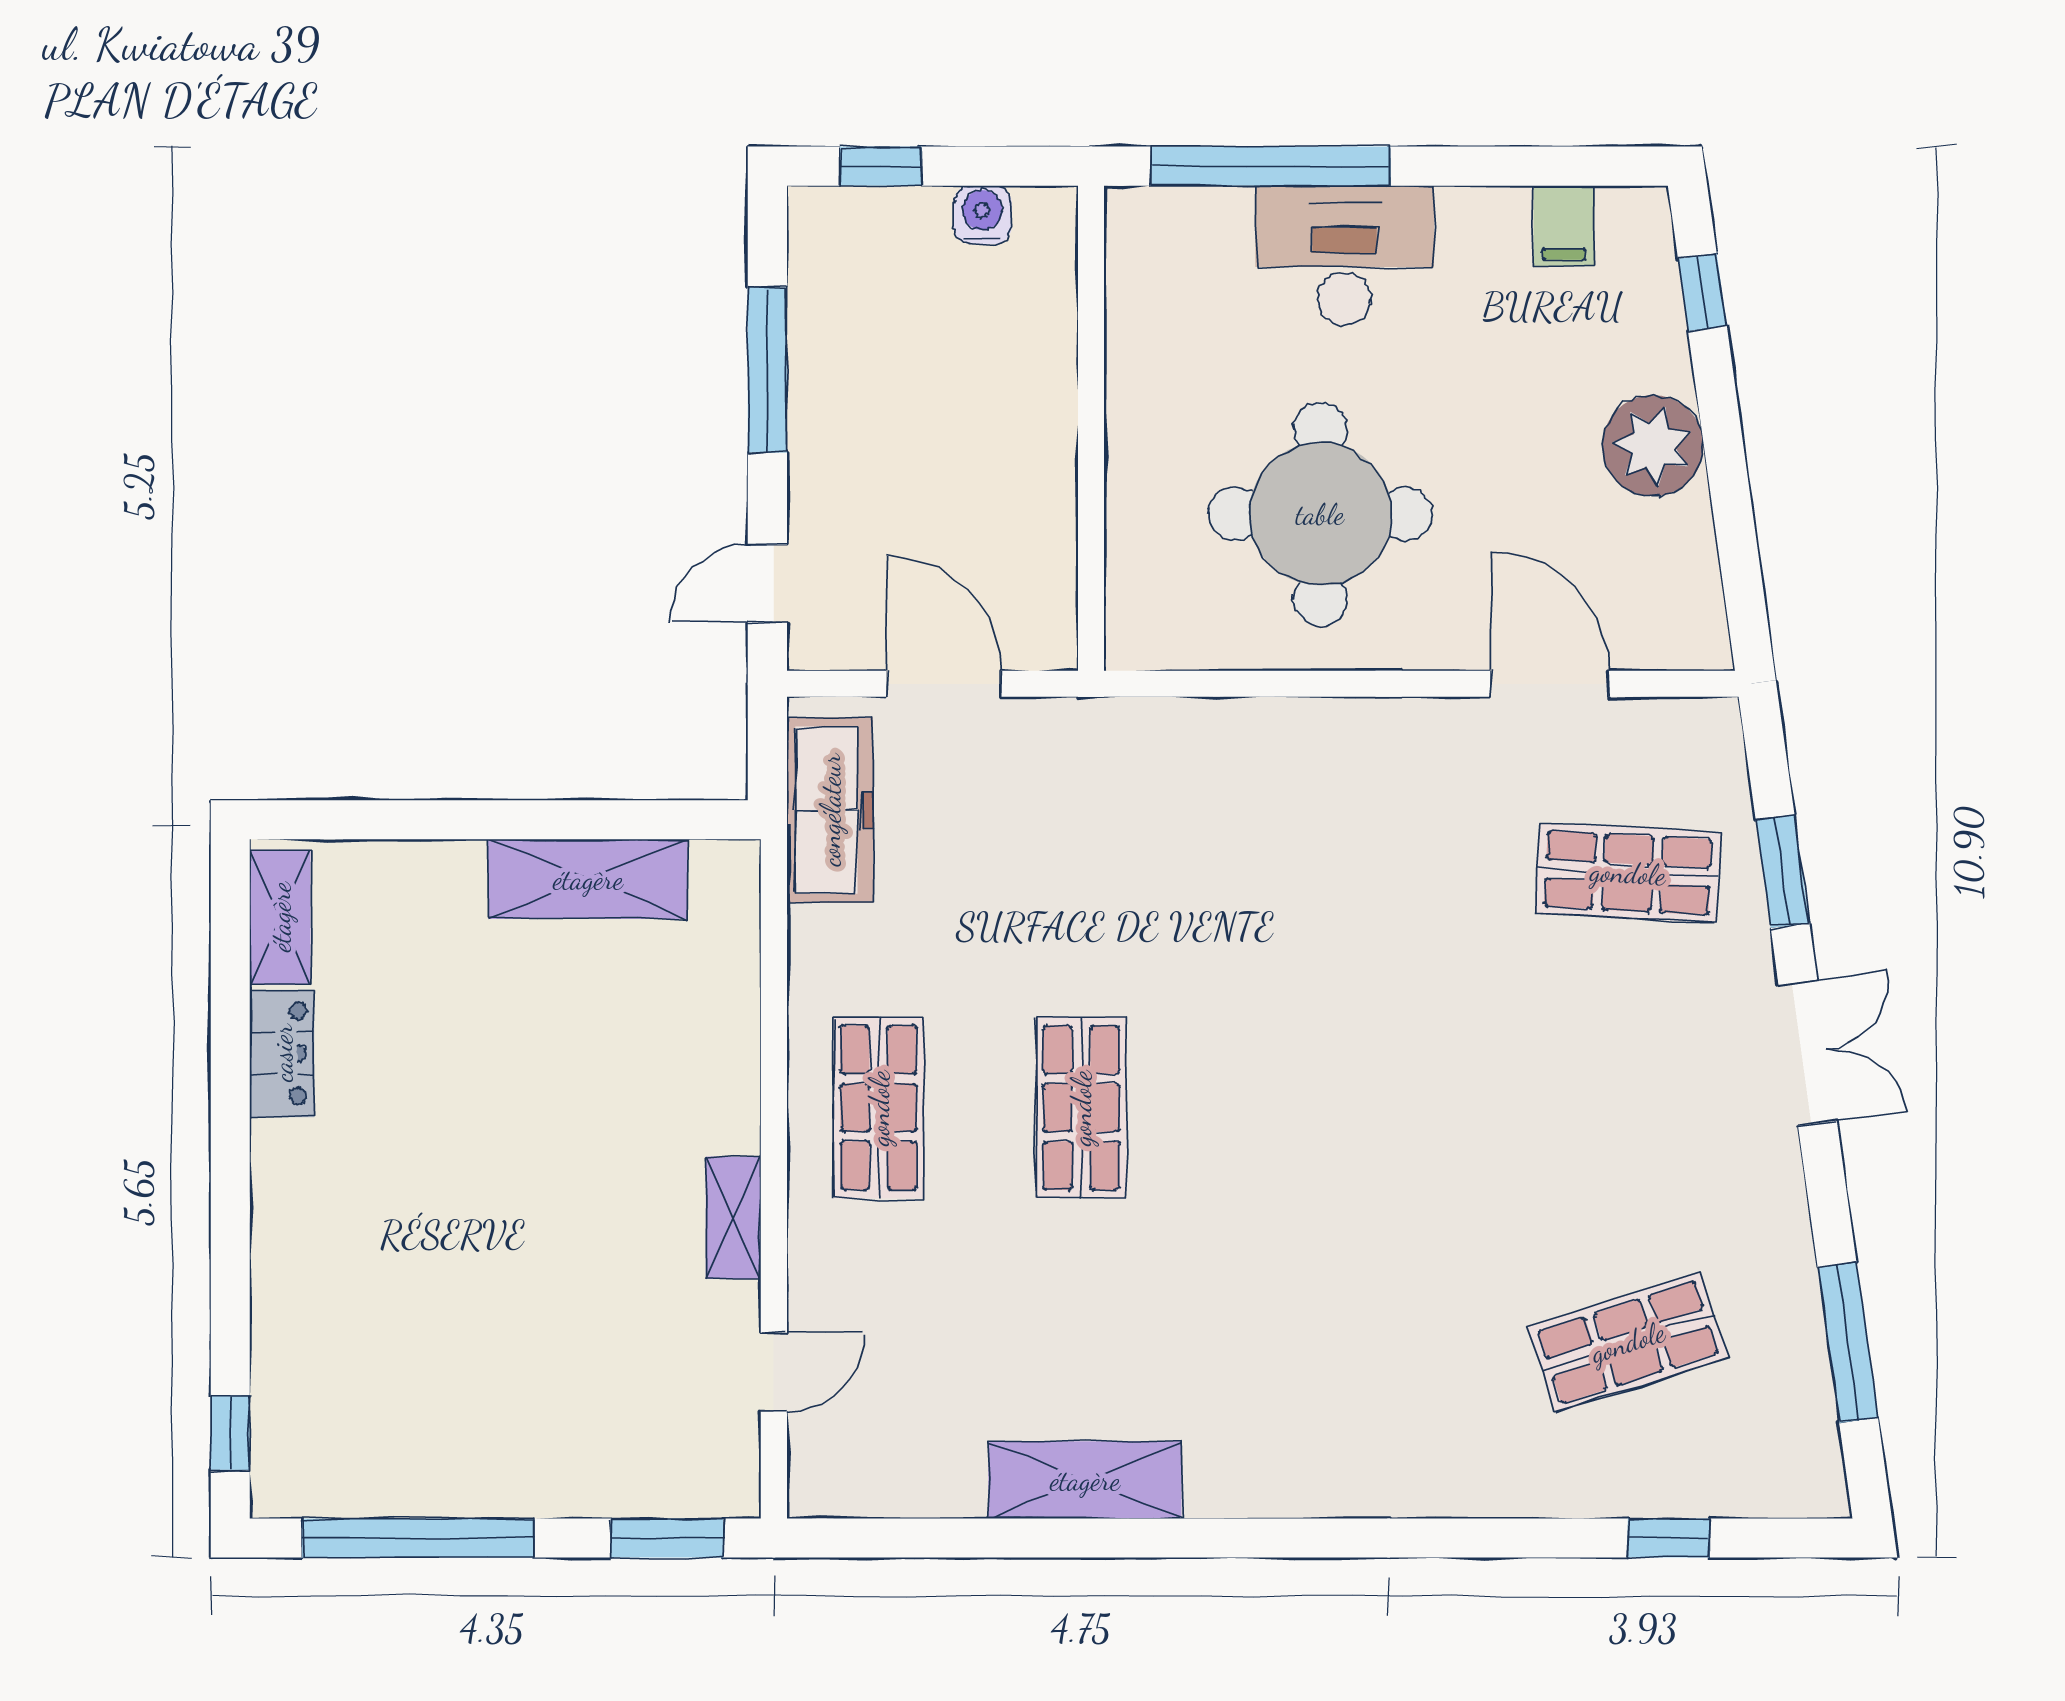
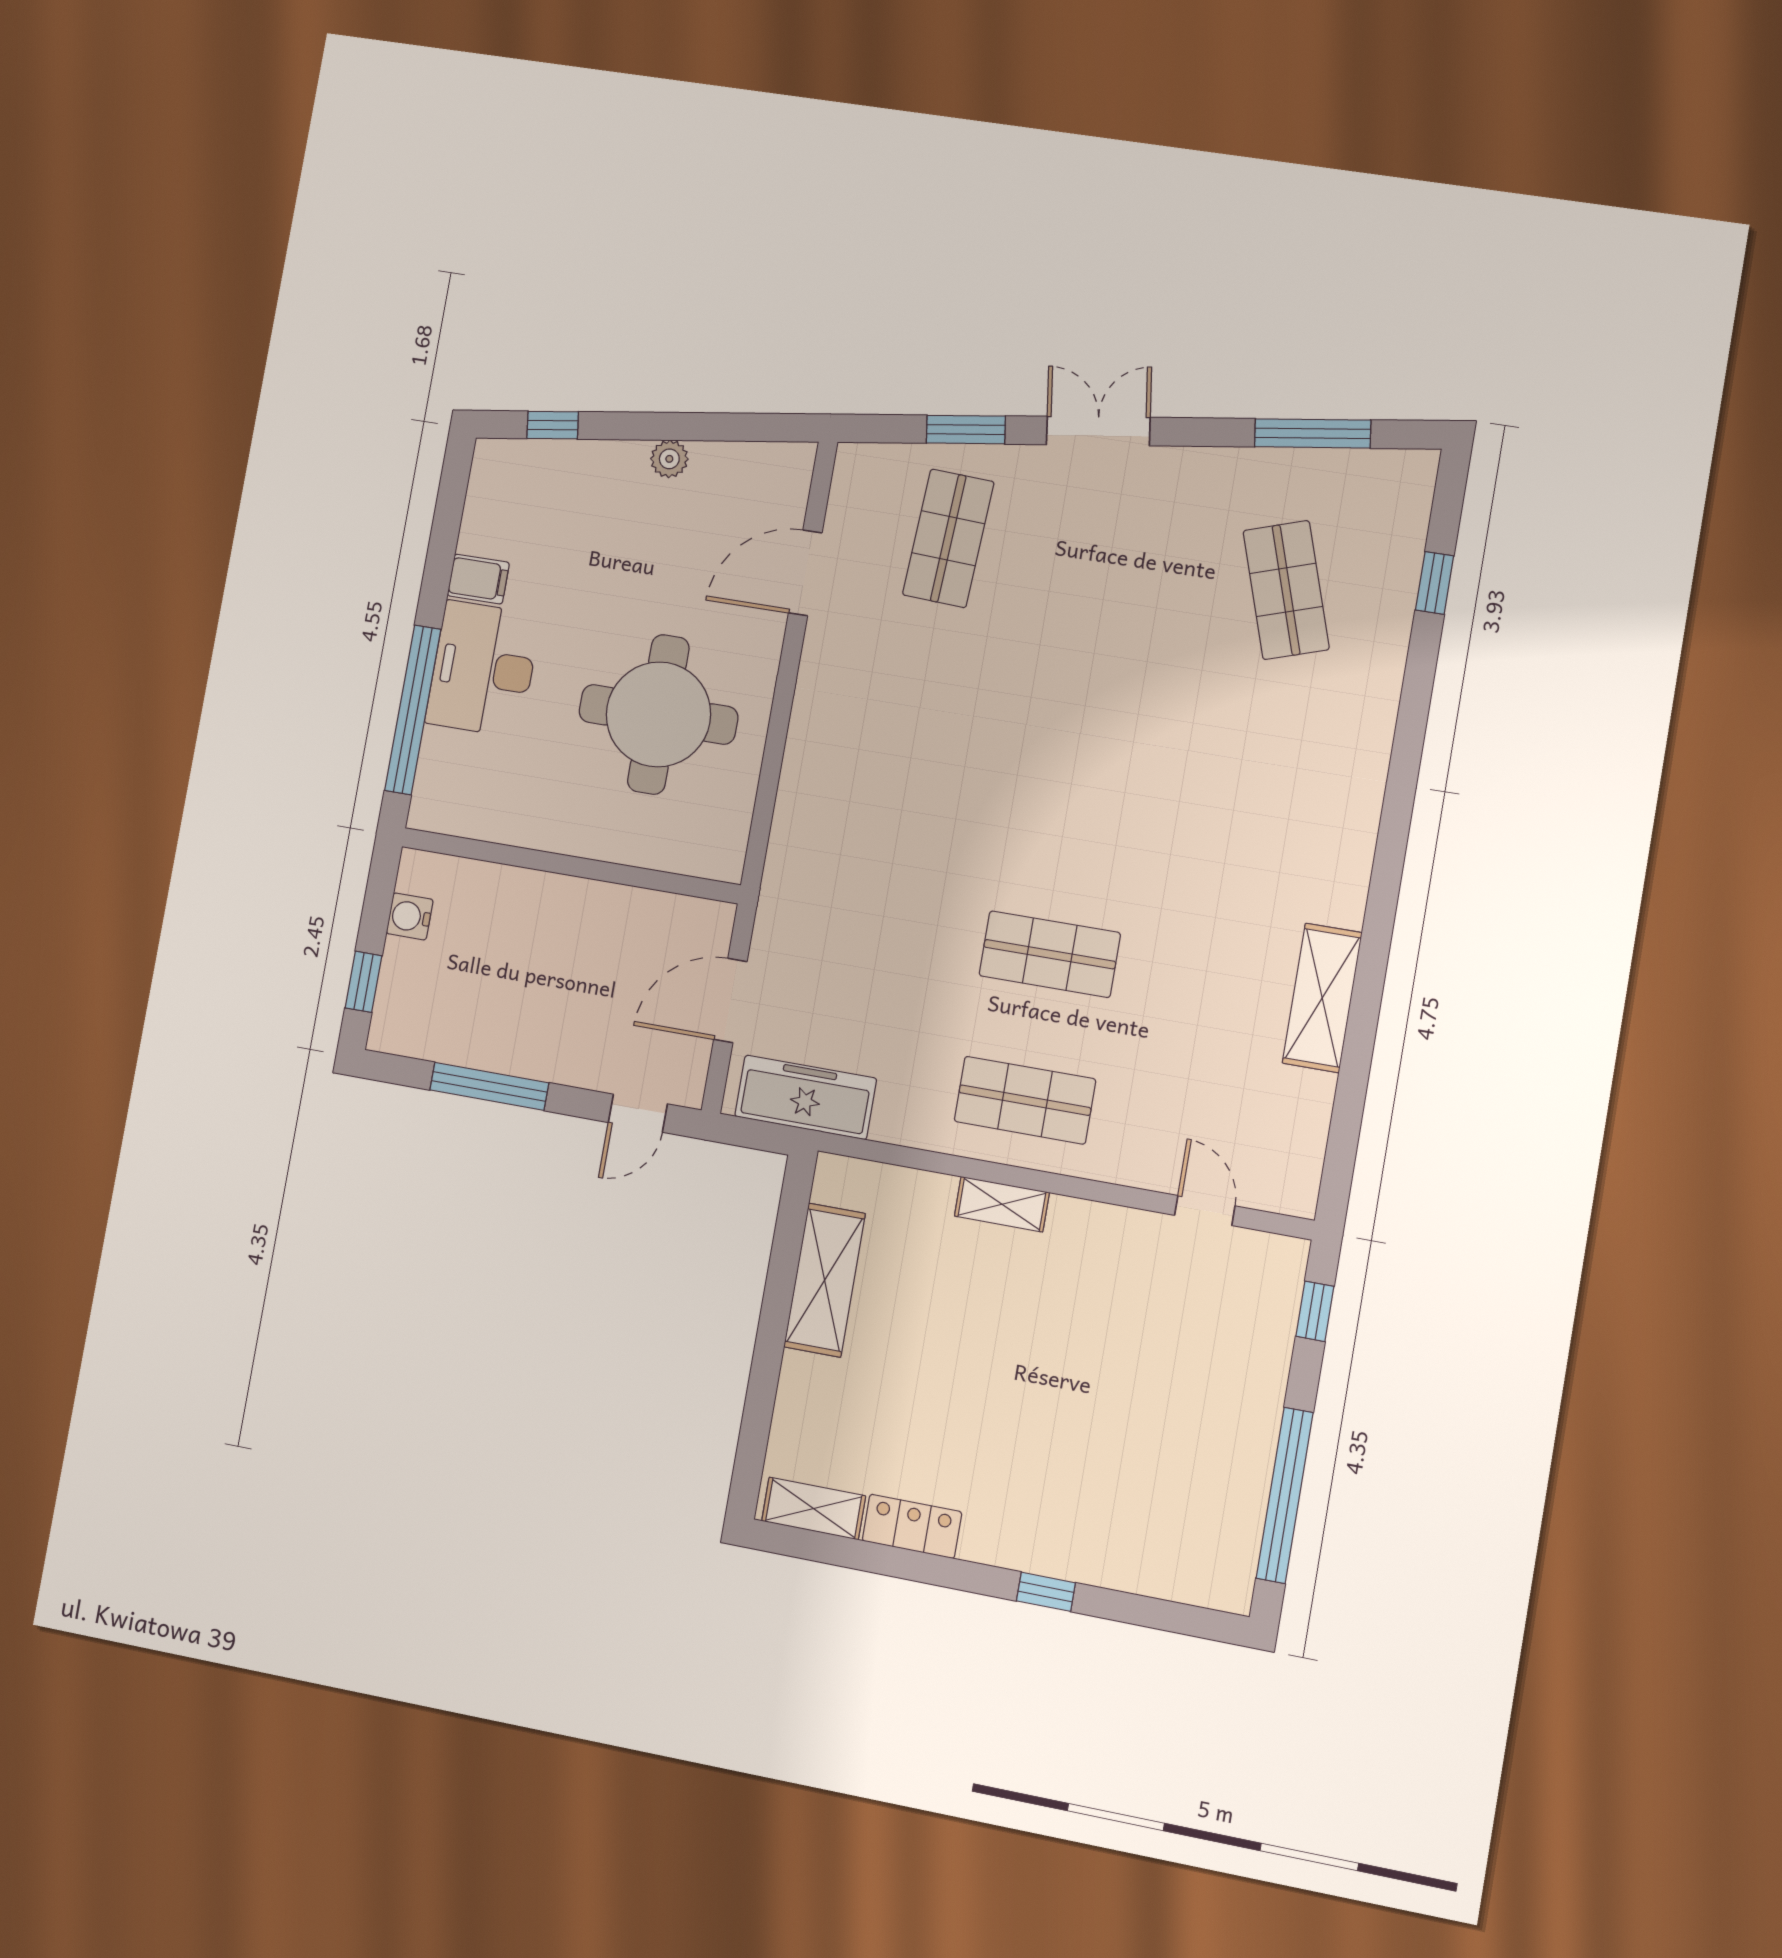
filing cabinet: (1564, 226) -> (478, 579), moved
plant: (1653, 446) -> (669, 459), width x0.53, depth x0.53
door: (767, 583) -> (638, 1113), hinge flipped
shelving: (733, 1218) -> (1002, 1204), moved
window: (230, 1433) -> (1046, 1592), moved
window: (667, 1538) -> (1315, 1311), width x0.67

